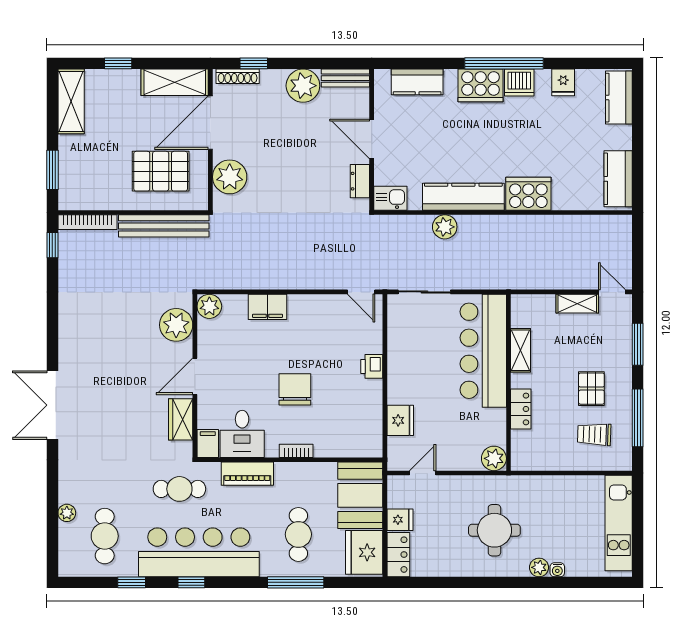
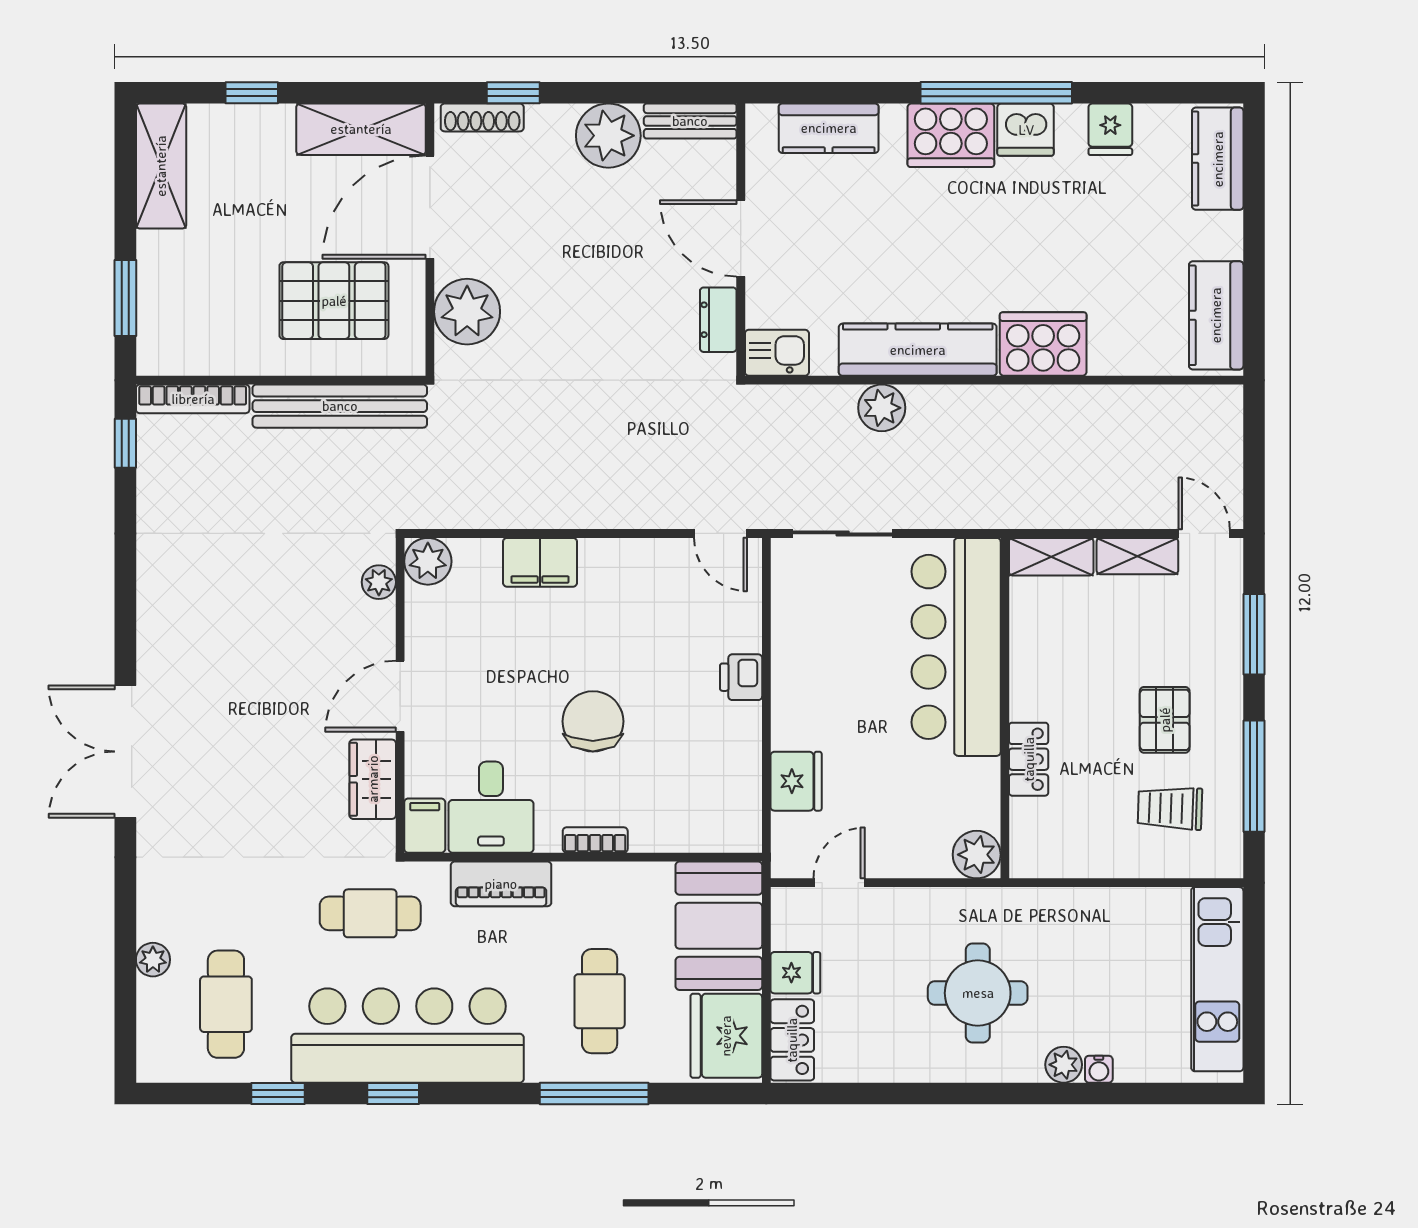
plant: (176, 325) -> (379, 582), width x0.53, depth x0.53
shelving: (521, 350) -> (1051, 557), moved, turned 90

